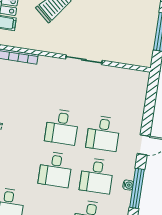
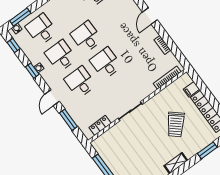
locker: (125, 75) -> (100, 125), added
window: (149, 109) -> (68, 120), added
window: (137, 188) -> (32, 71), width x0.46

